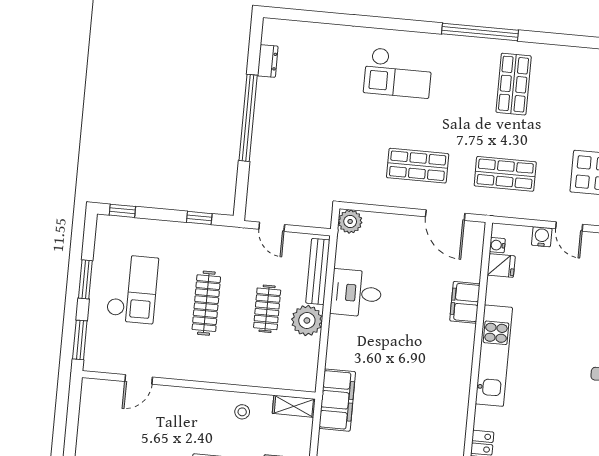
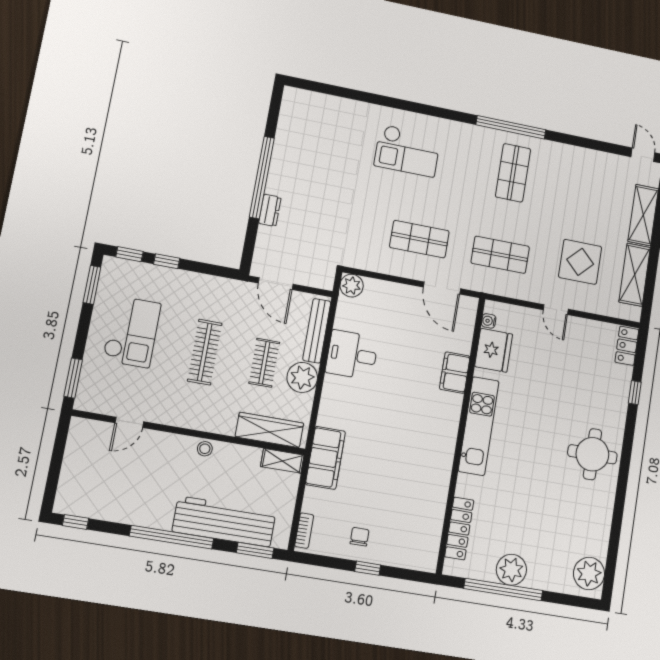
window: (480, 32) -> (511, 127), moved
dresser: (268, 61) -> (270, 210), moved
window: (199, 218) -> (167, 261), moved
door: (272, 227) -> (276, 284), width x1.38
water cooler: (542, 237) -> (530, 317), removed
fridge: (501, 266) -> (494, 350), width x1.88, depth x1.34
window: (85, 279) -> (92, 285), moved
wardrobe: (278, 376) -> (269, 430), added
stool: (242, 412) -> (205, 449), moved

